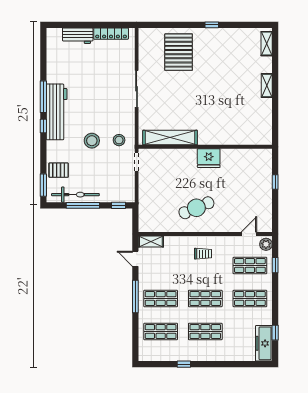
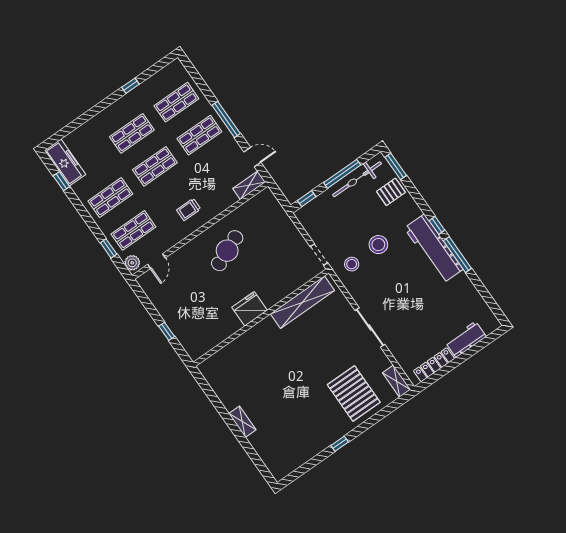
shelving: (267, 44) -> (397, 381), moved

